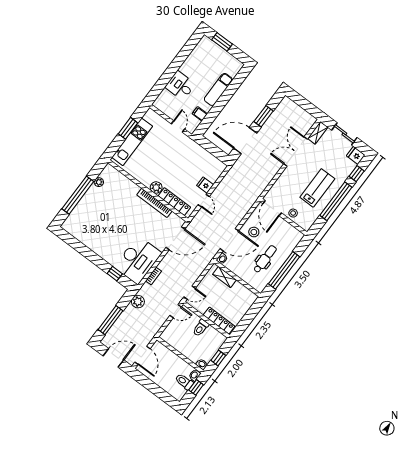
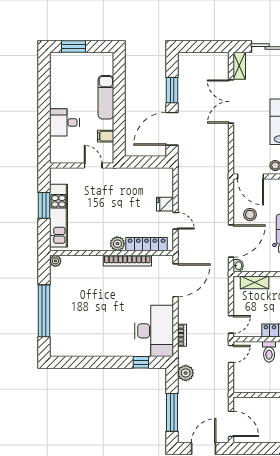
plant: (99, 182) -> (55, 261), moved

